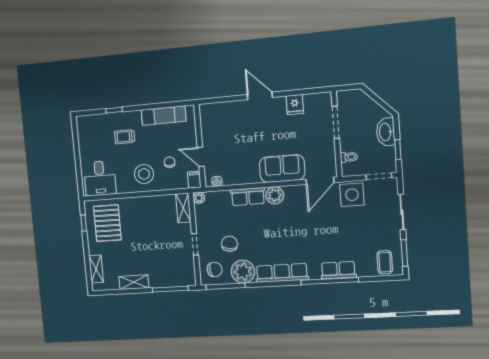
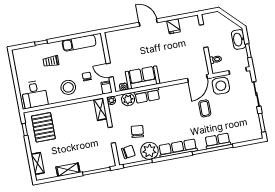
sofa: (282, 169) -> (142, 78), moved
plant: (275, 195) -> (128, 99), moved
coffee table: (385, 262) -> (205, 108), moved

